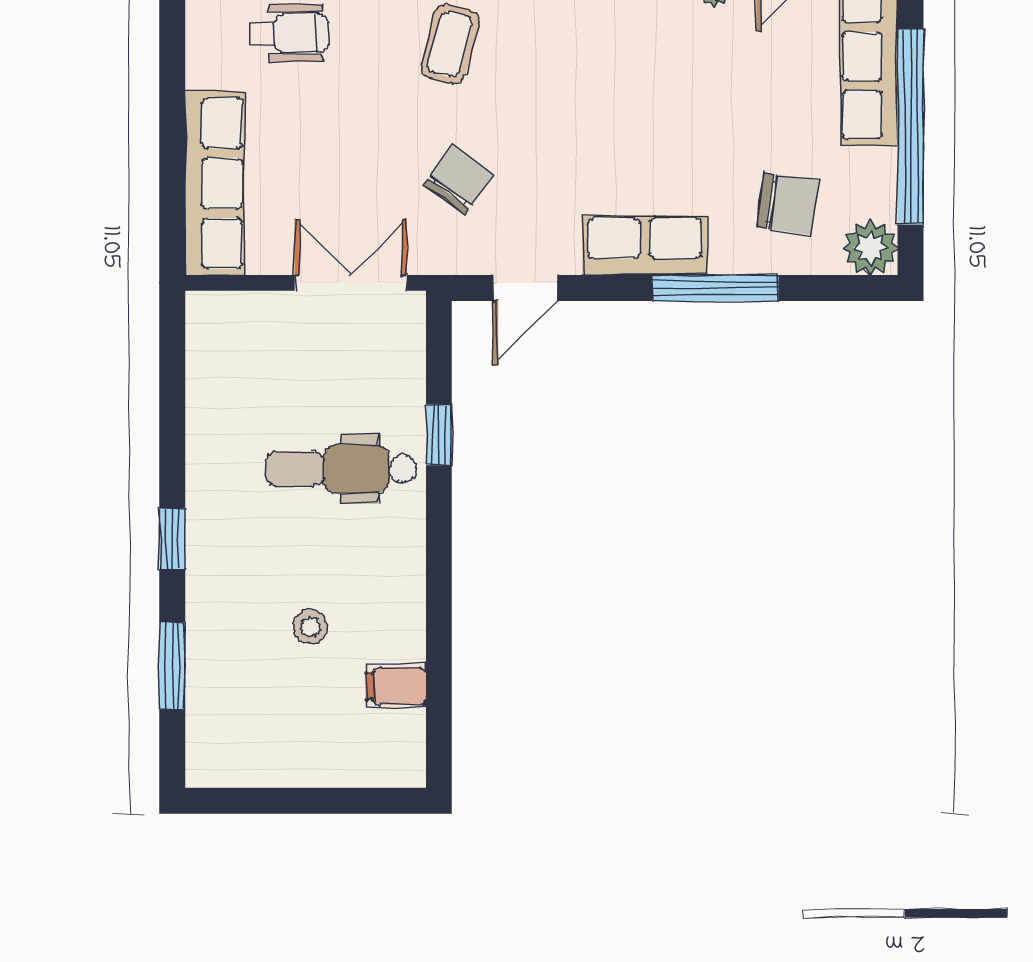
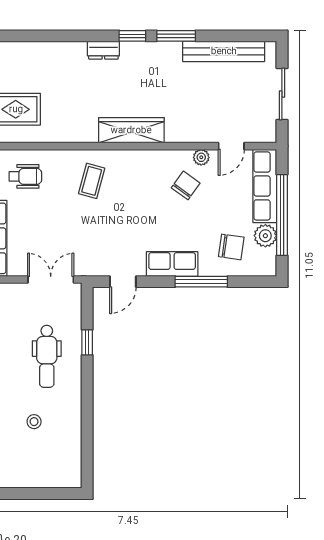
chair: (459, 180) -> (186, 185), moved
plant: (870, 248) -> (265, 236), moved
dental chair: (341, 469) -> (47, 356), turned -90
filing cabinet: (396, 686) -> (69, 446), removed

